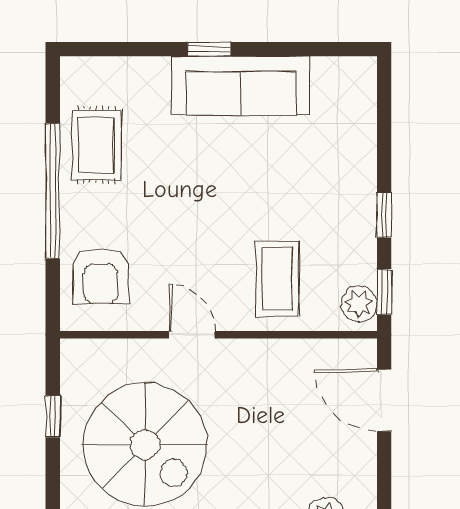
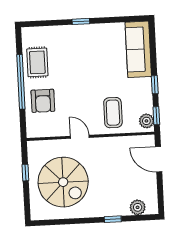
sofa: (241, 86) -> (138, 49), moved, turned 90
armchair: (101, 276) -> (43, 101), moved

